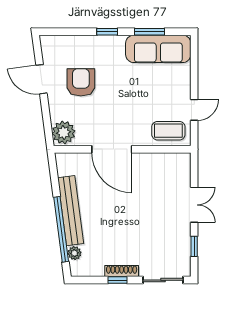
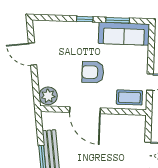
armchair: (81, 82) -> (93, 72), moved, turned -90

